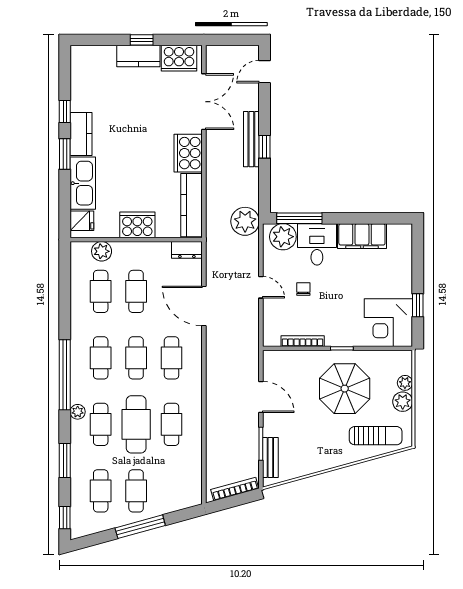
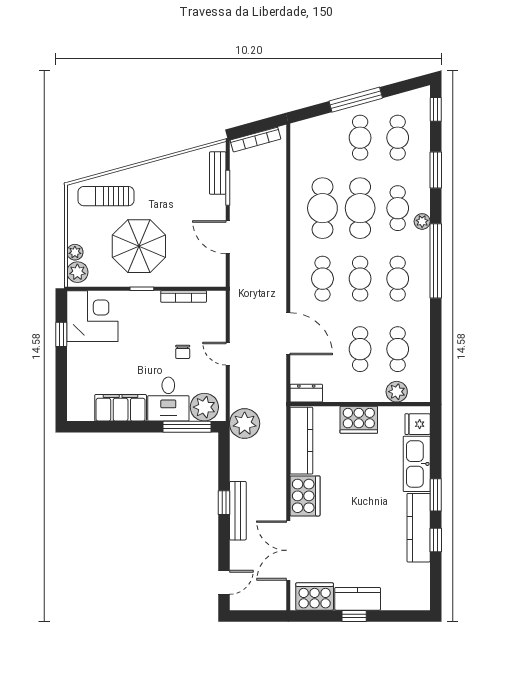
kitchen counter: (81, 134) -> (419, 528), width x1.50
plant: (403, 402) -> (77, 272), moved
cafe table: (172, 424) -> (322, 208), width x1.37, depth x1.35

